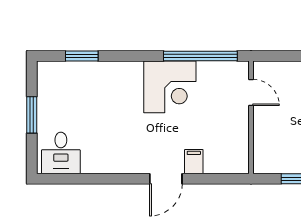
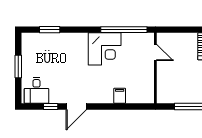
window: (84, 179) -> (51, 106), added
door: (166, 179) -> (76, 106), moved

